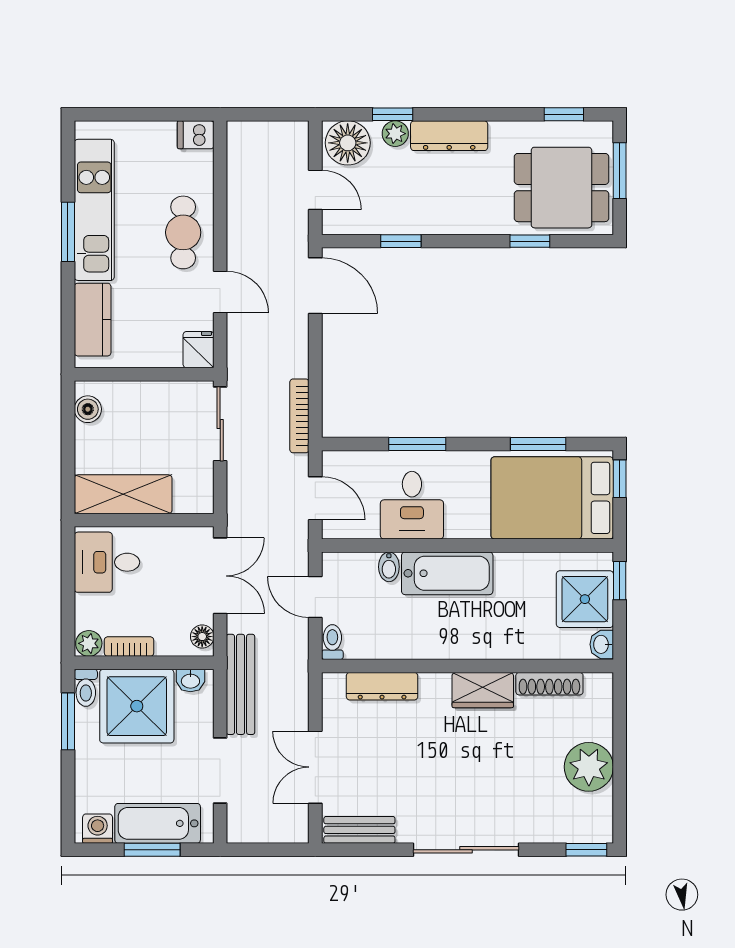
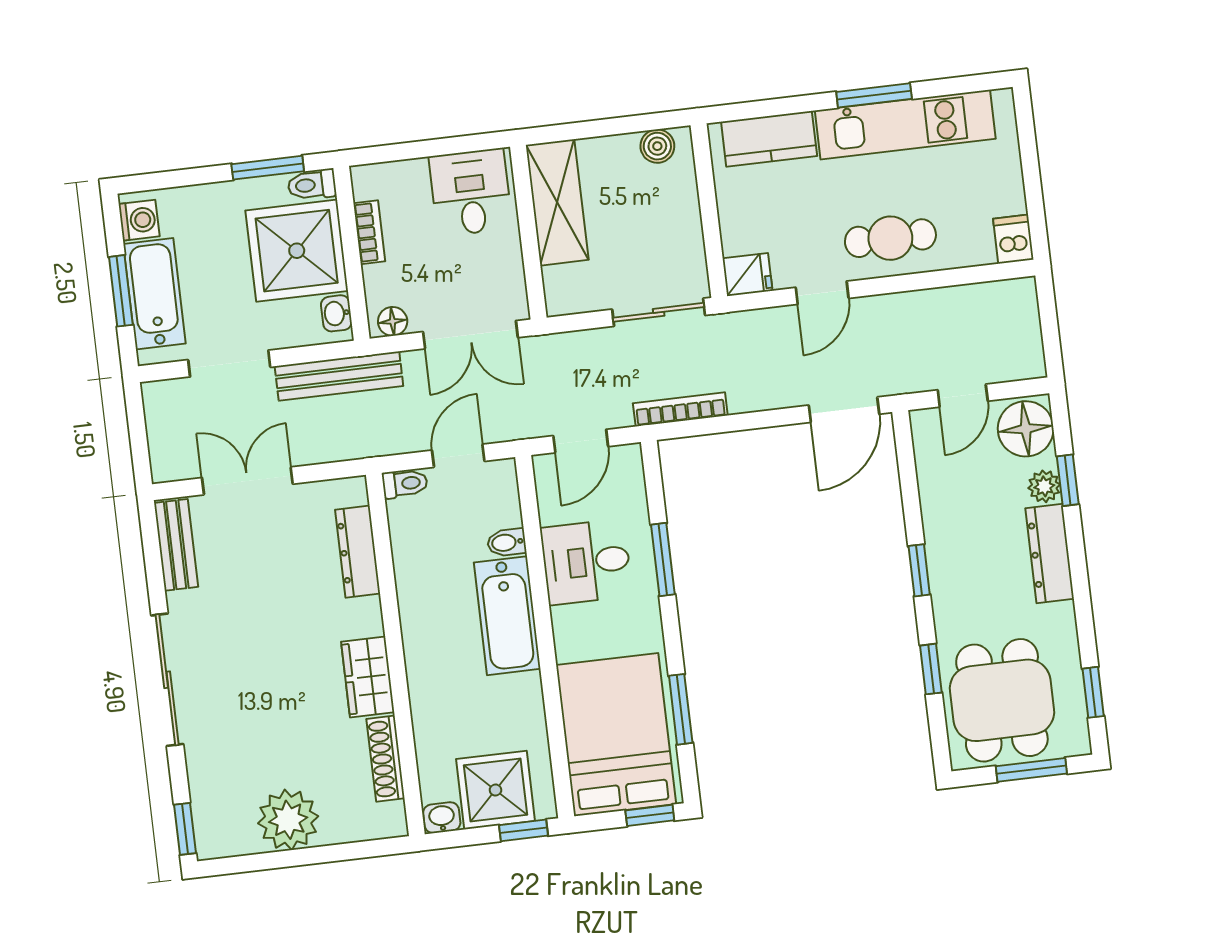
window: (401, 241) -> (919, 570), moved
plant: (89, 643) -> (367, 182), removed

